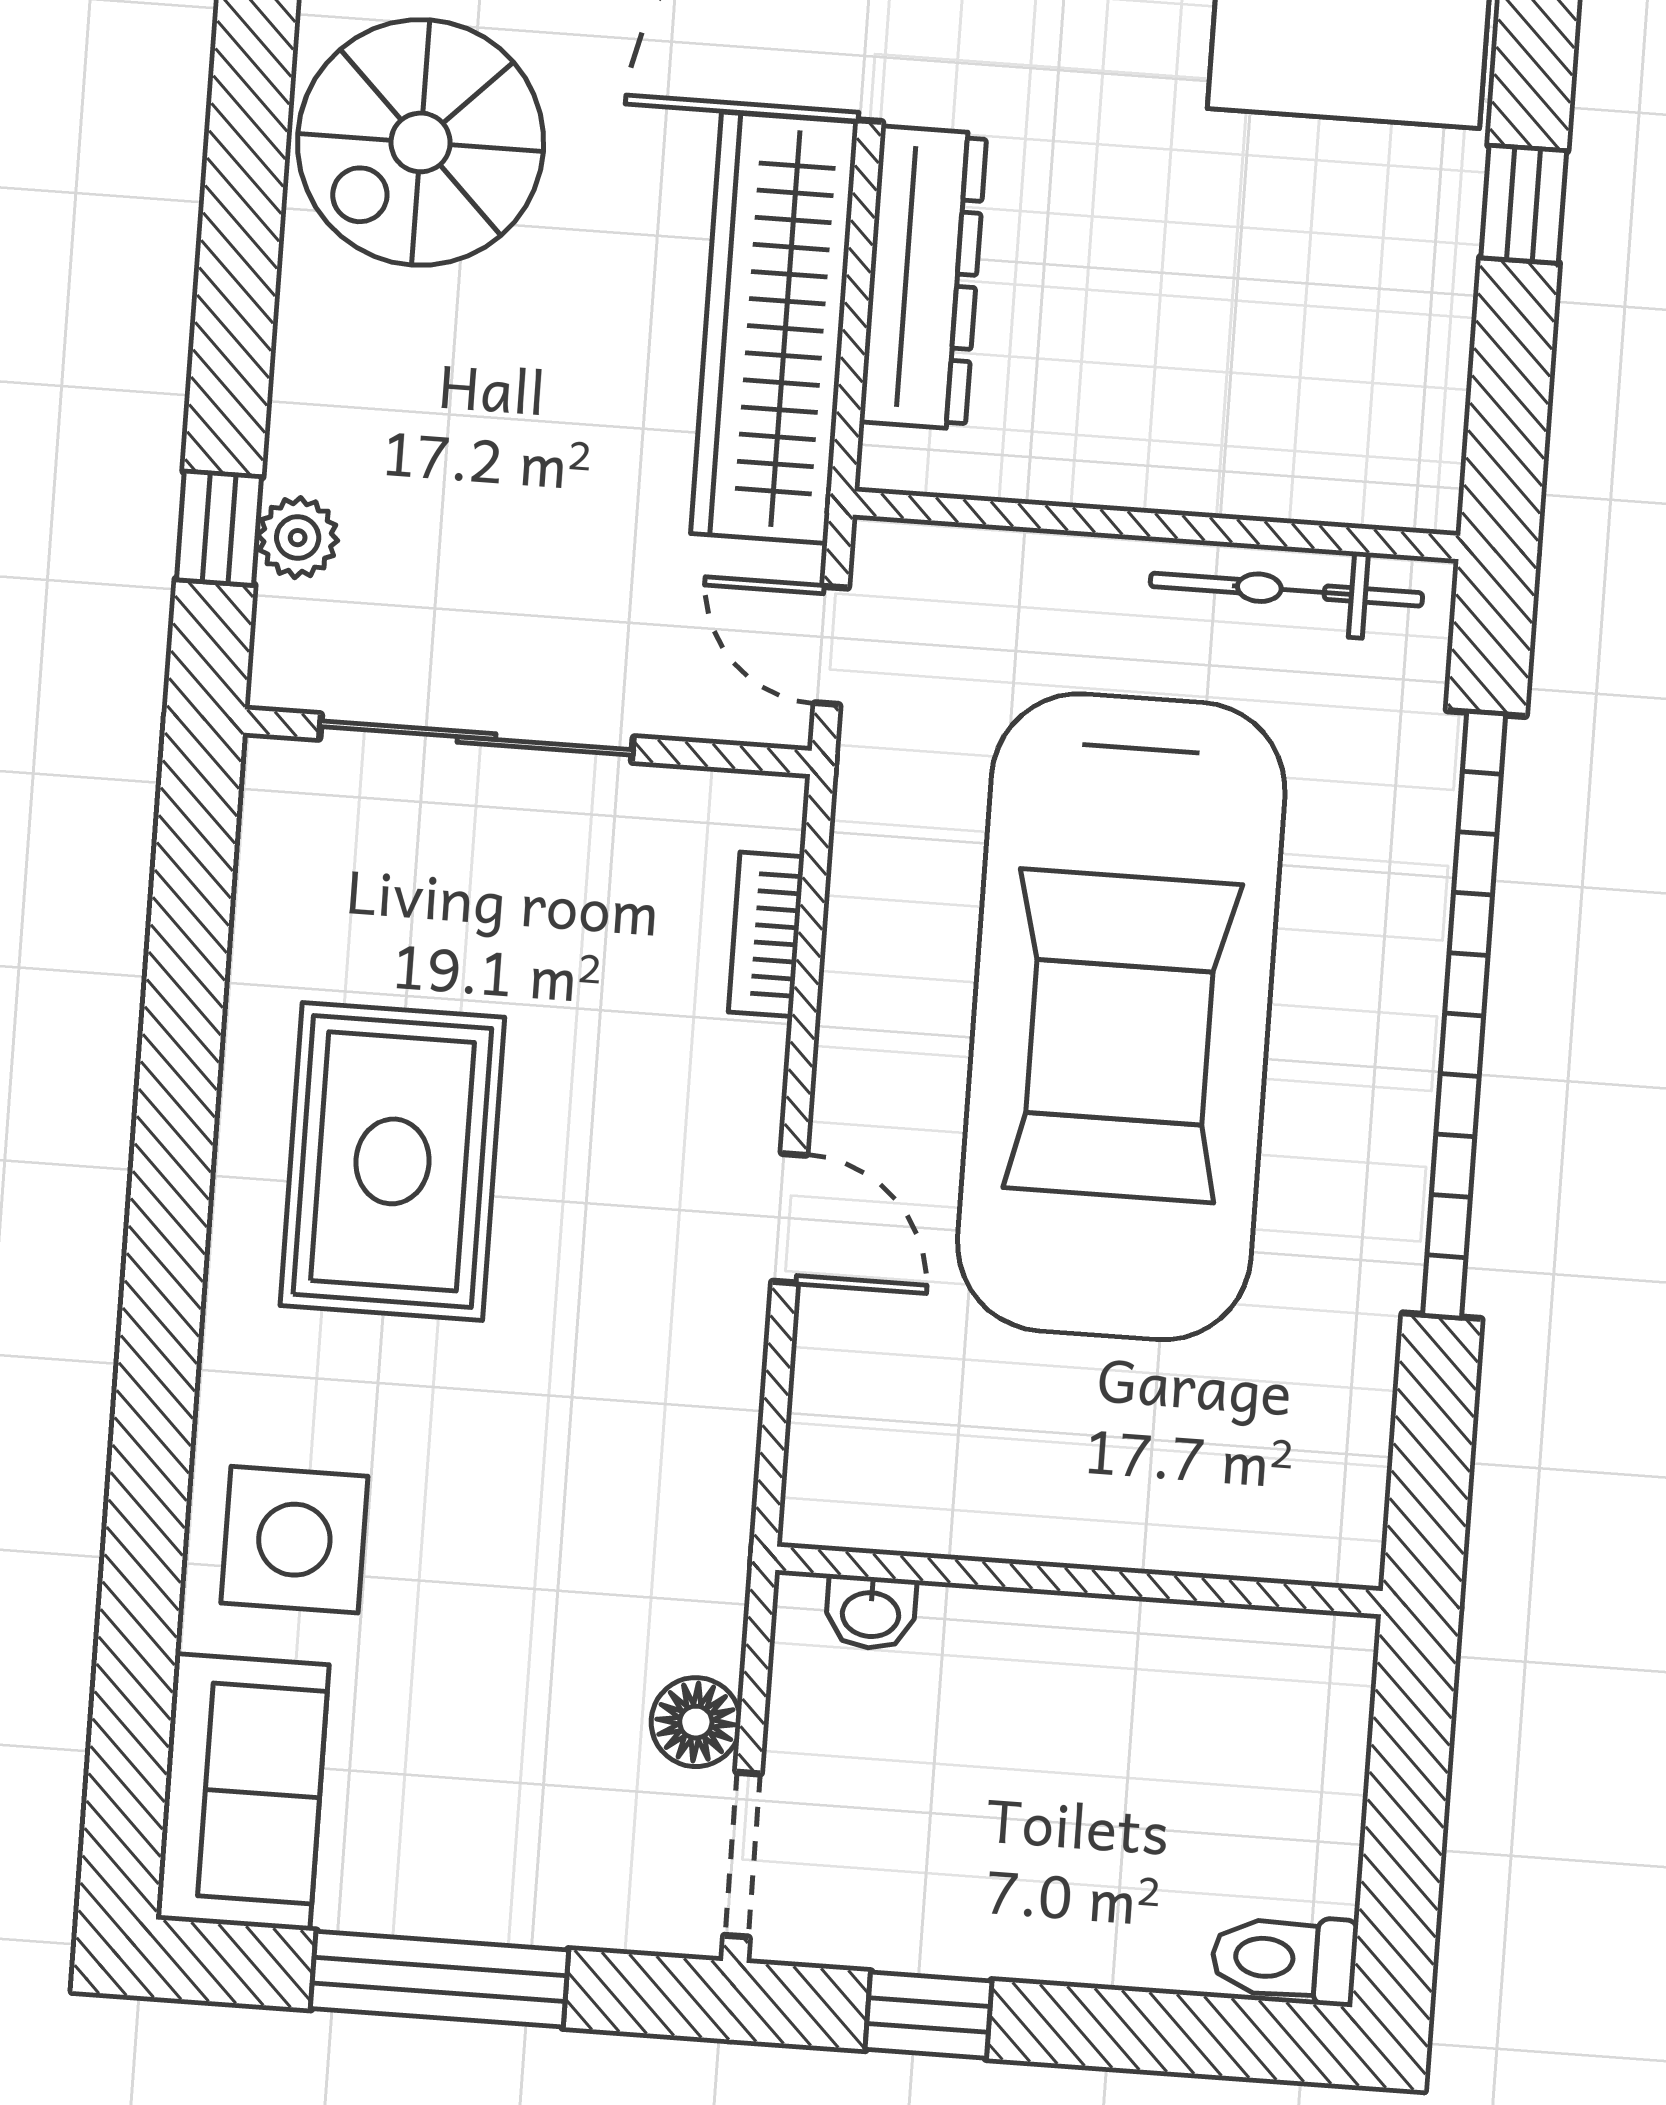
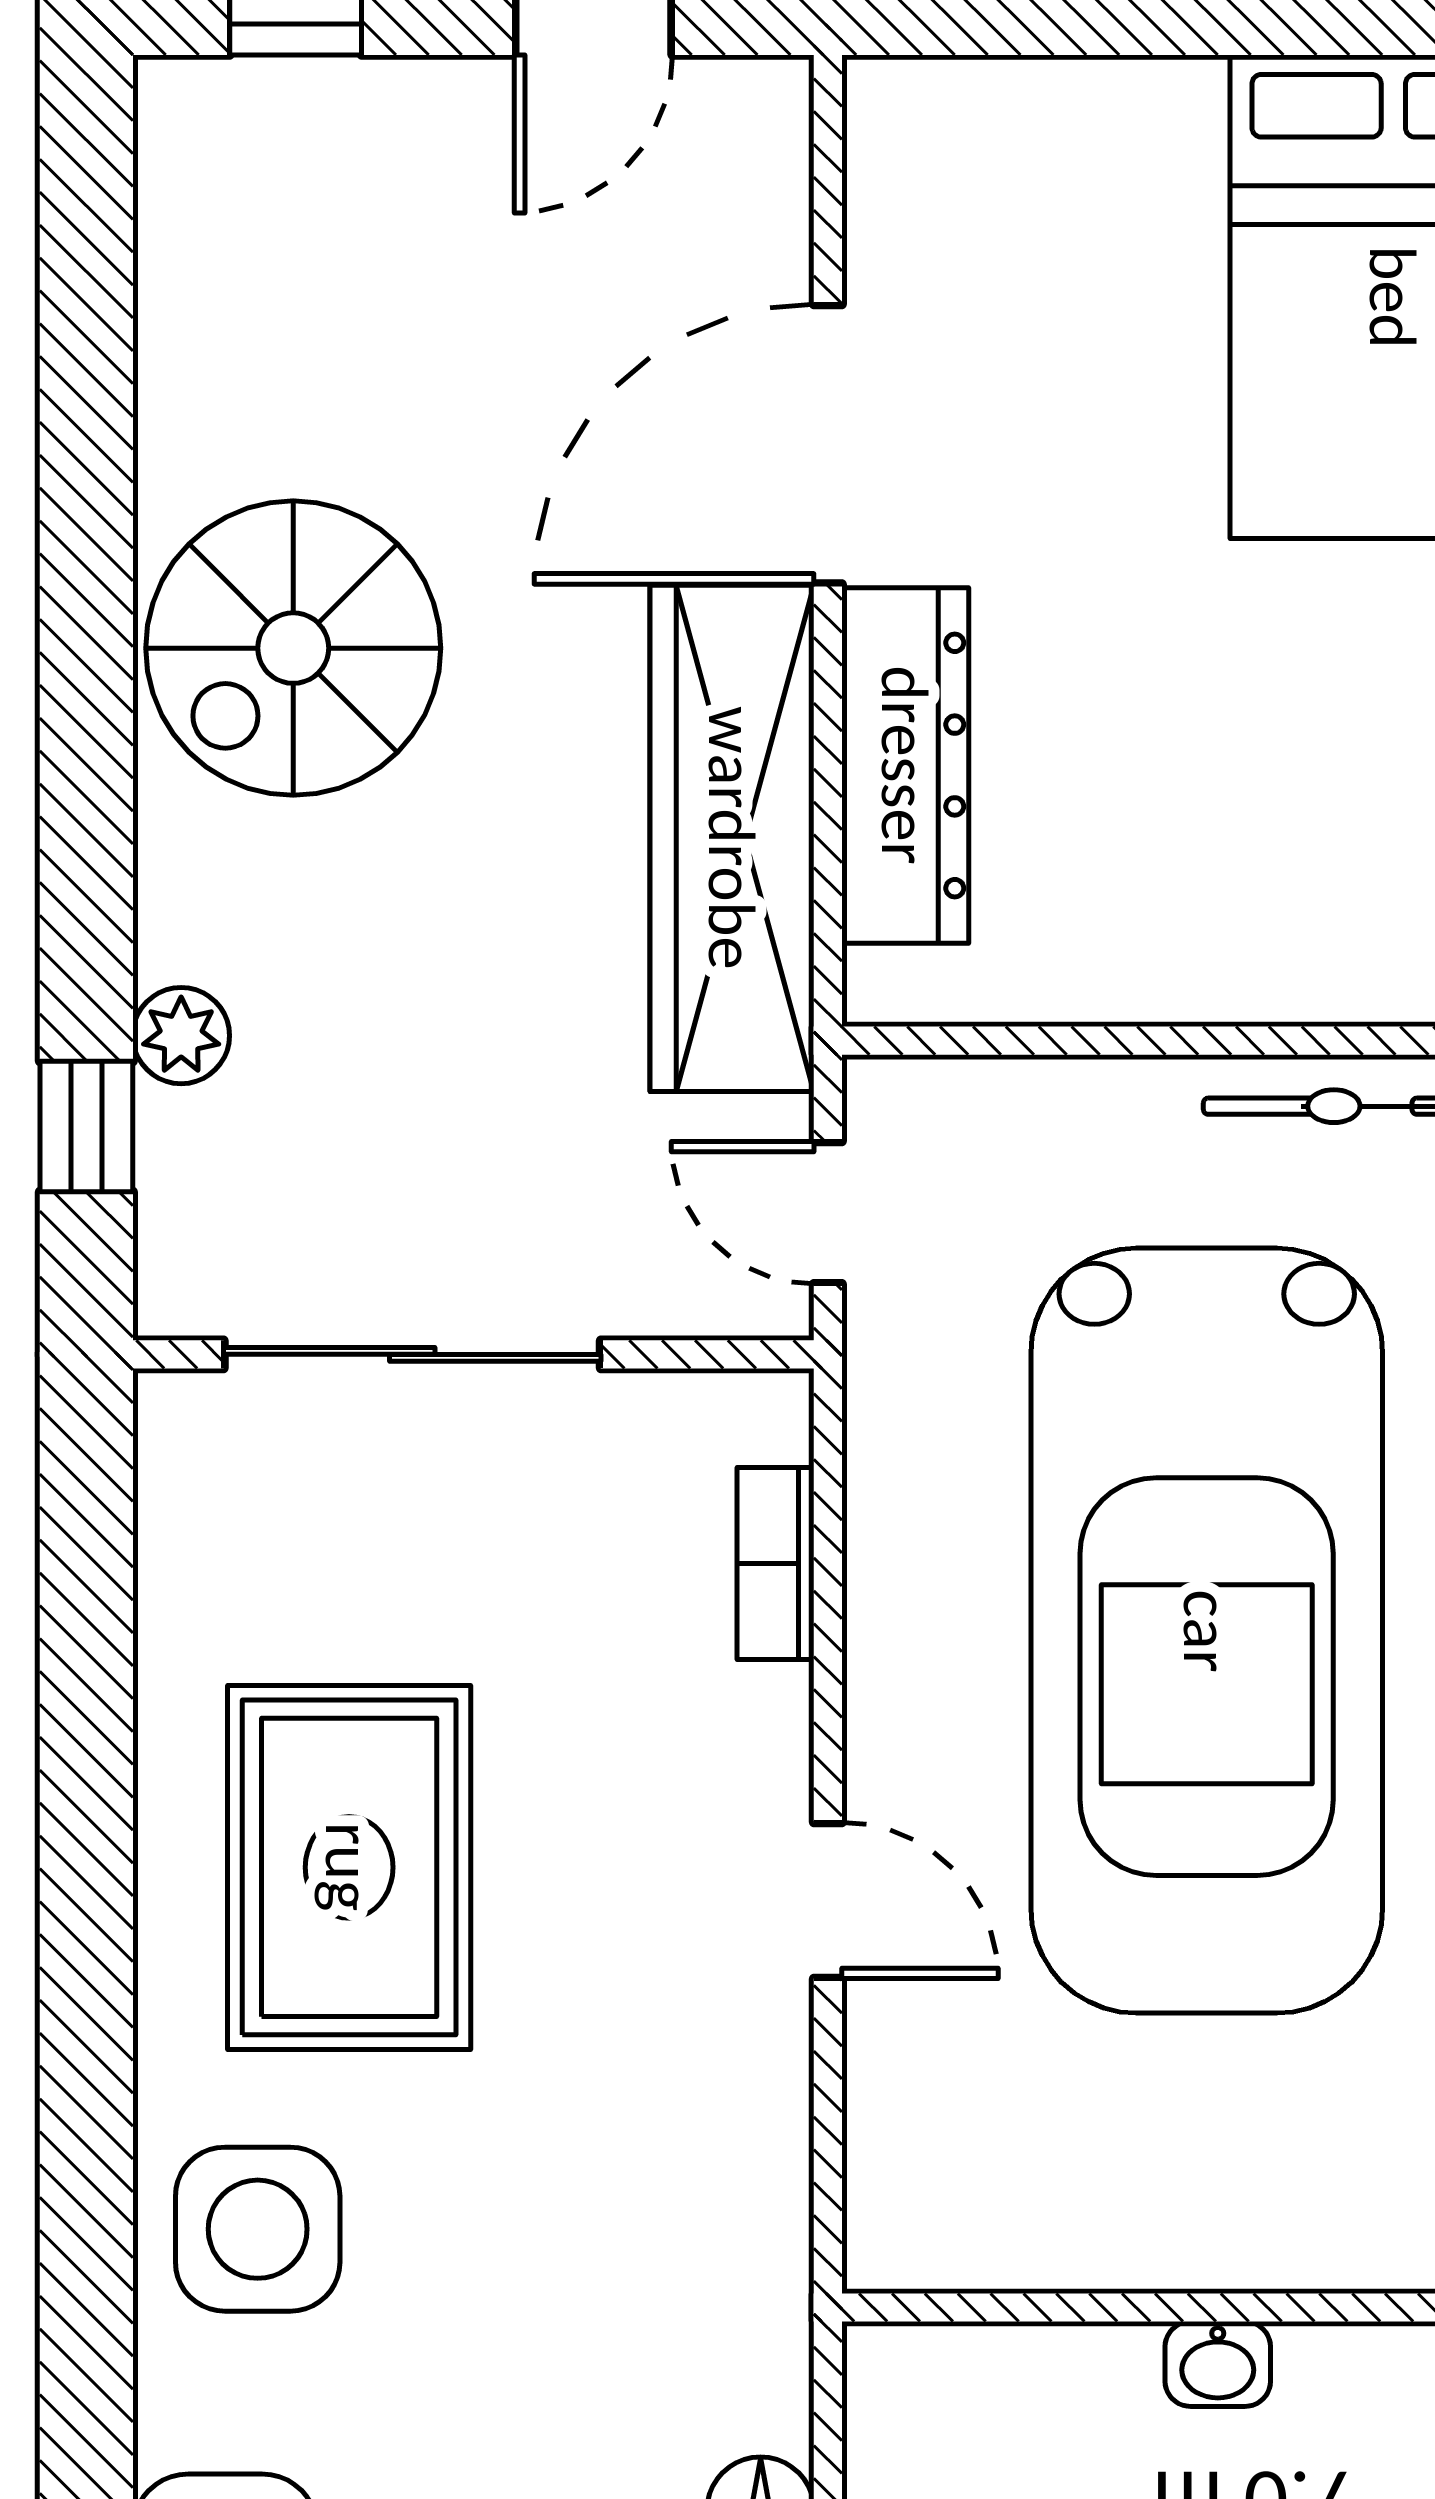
plant: (298, 538) -> (181, 1036), moved
side table: (294, 1540) -> (258, 2229), moved
washbasin: (871, 1612) -> (1218, 2364), moved

